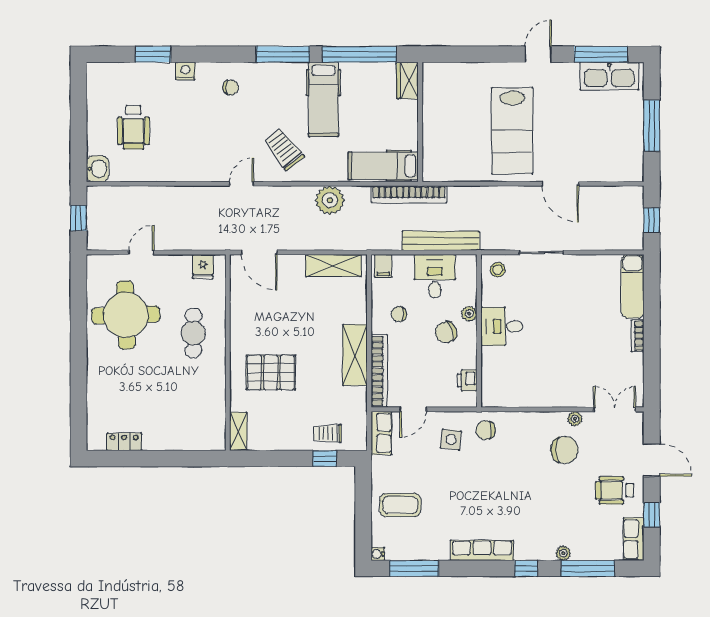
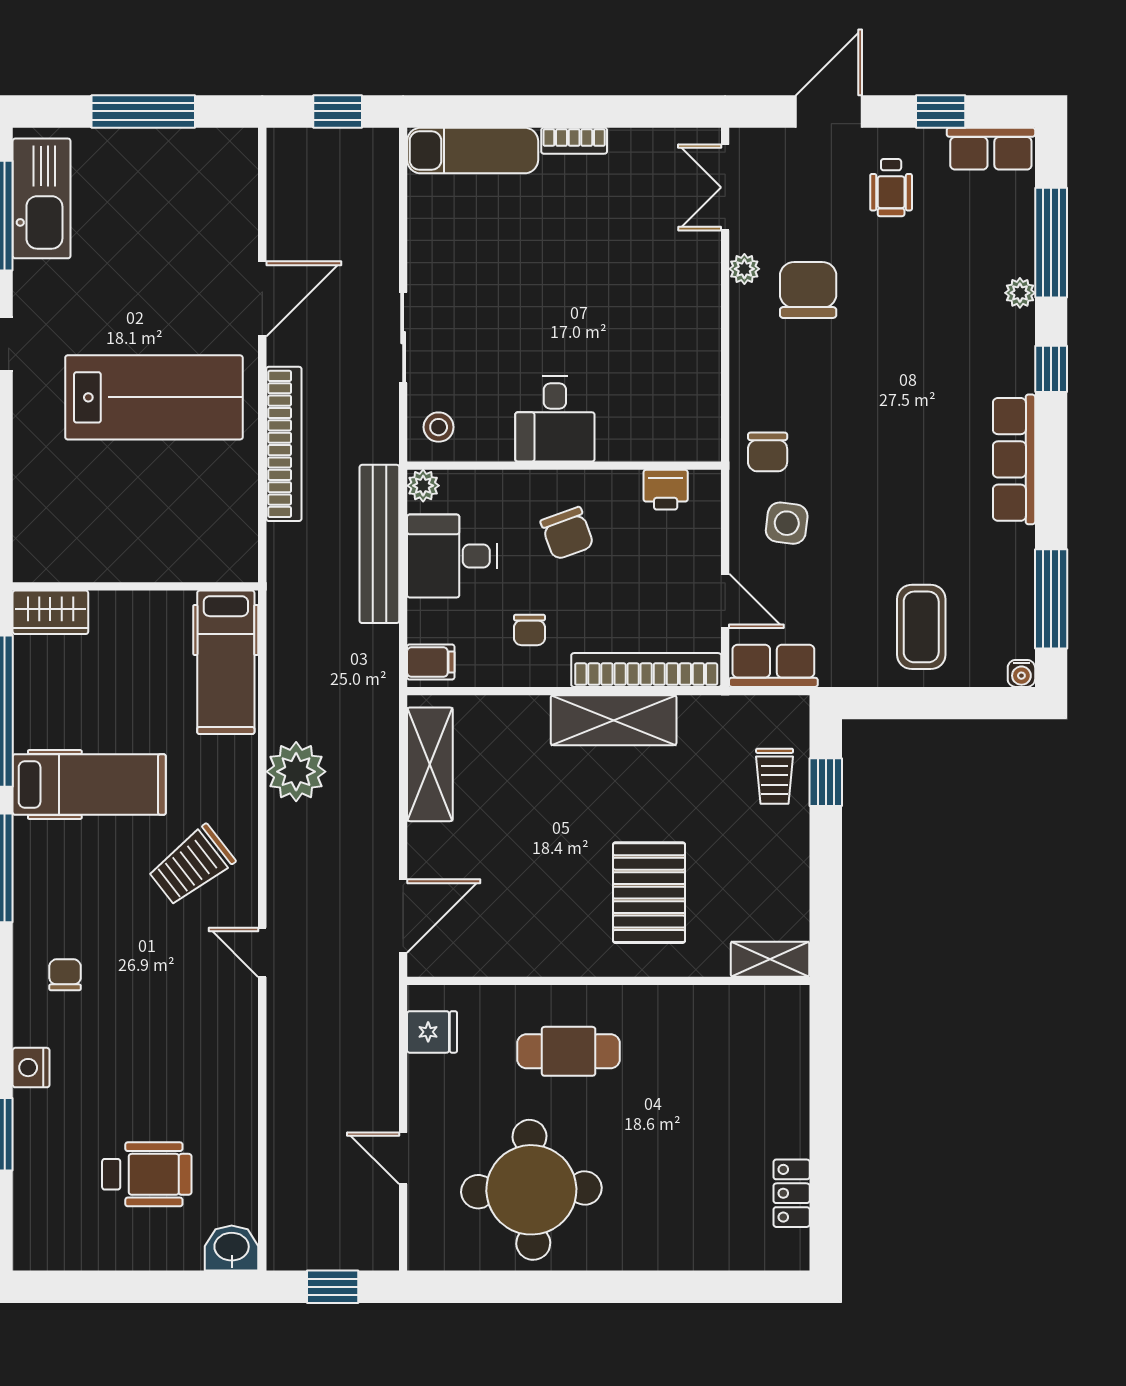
bookcase: (409, 194) -> (284, 444), moved
plant: (469, 314) -> (423, 486), moved
wheelchair: (615, 490) -> (891, 188), width x0.73, depth x0.73

